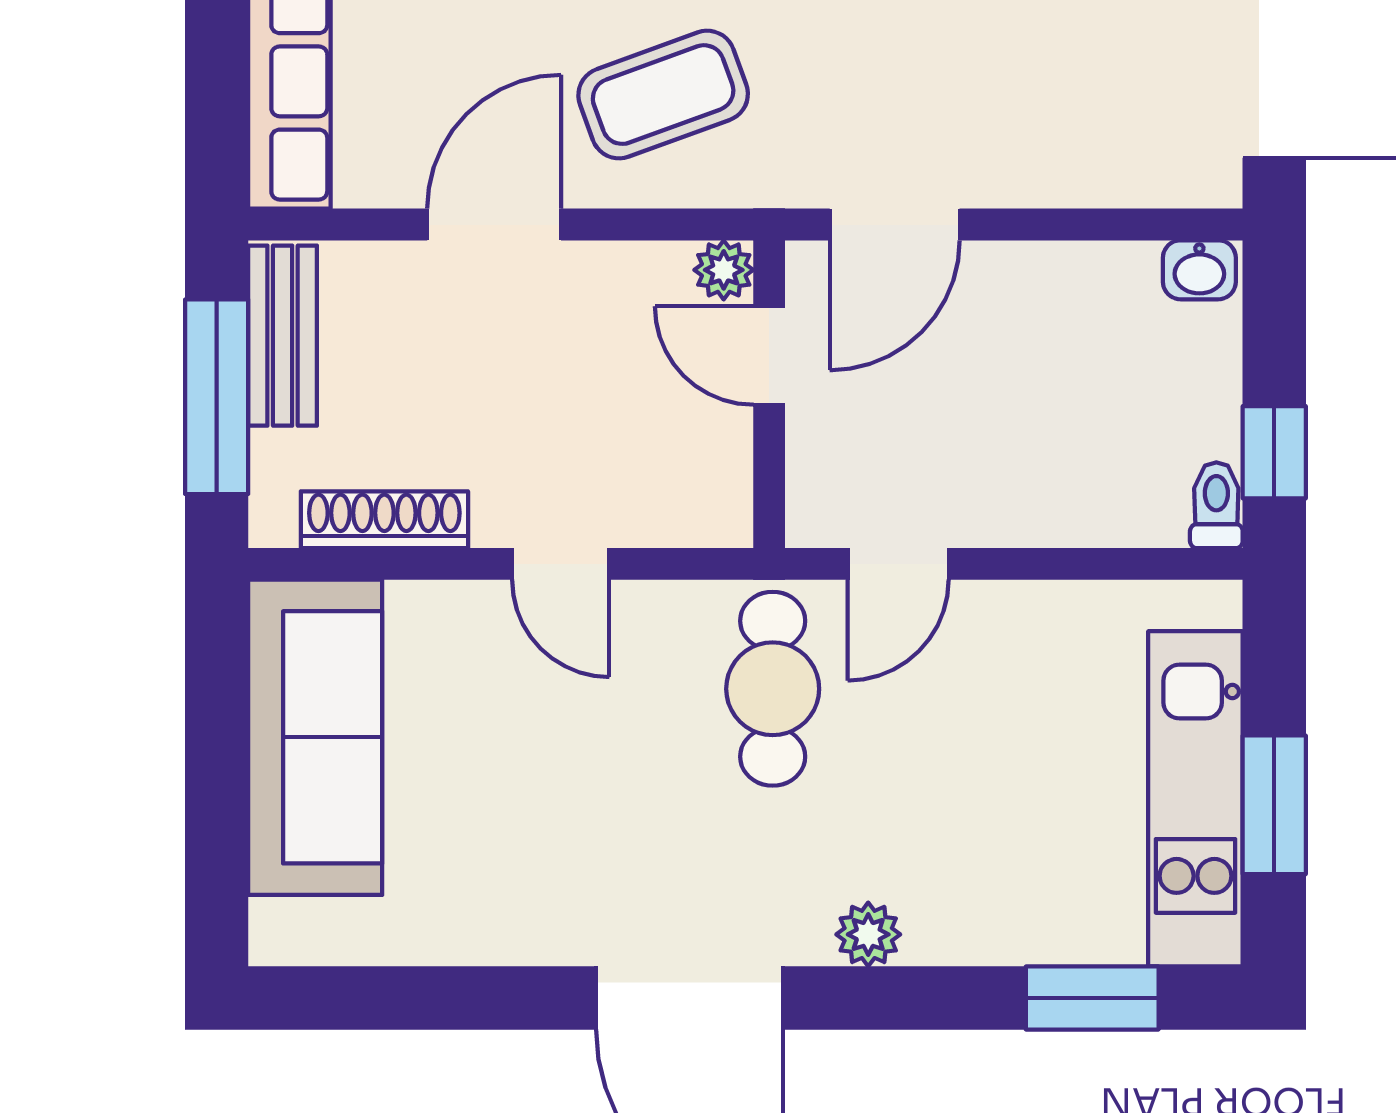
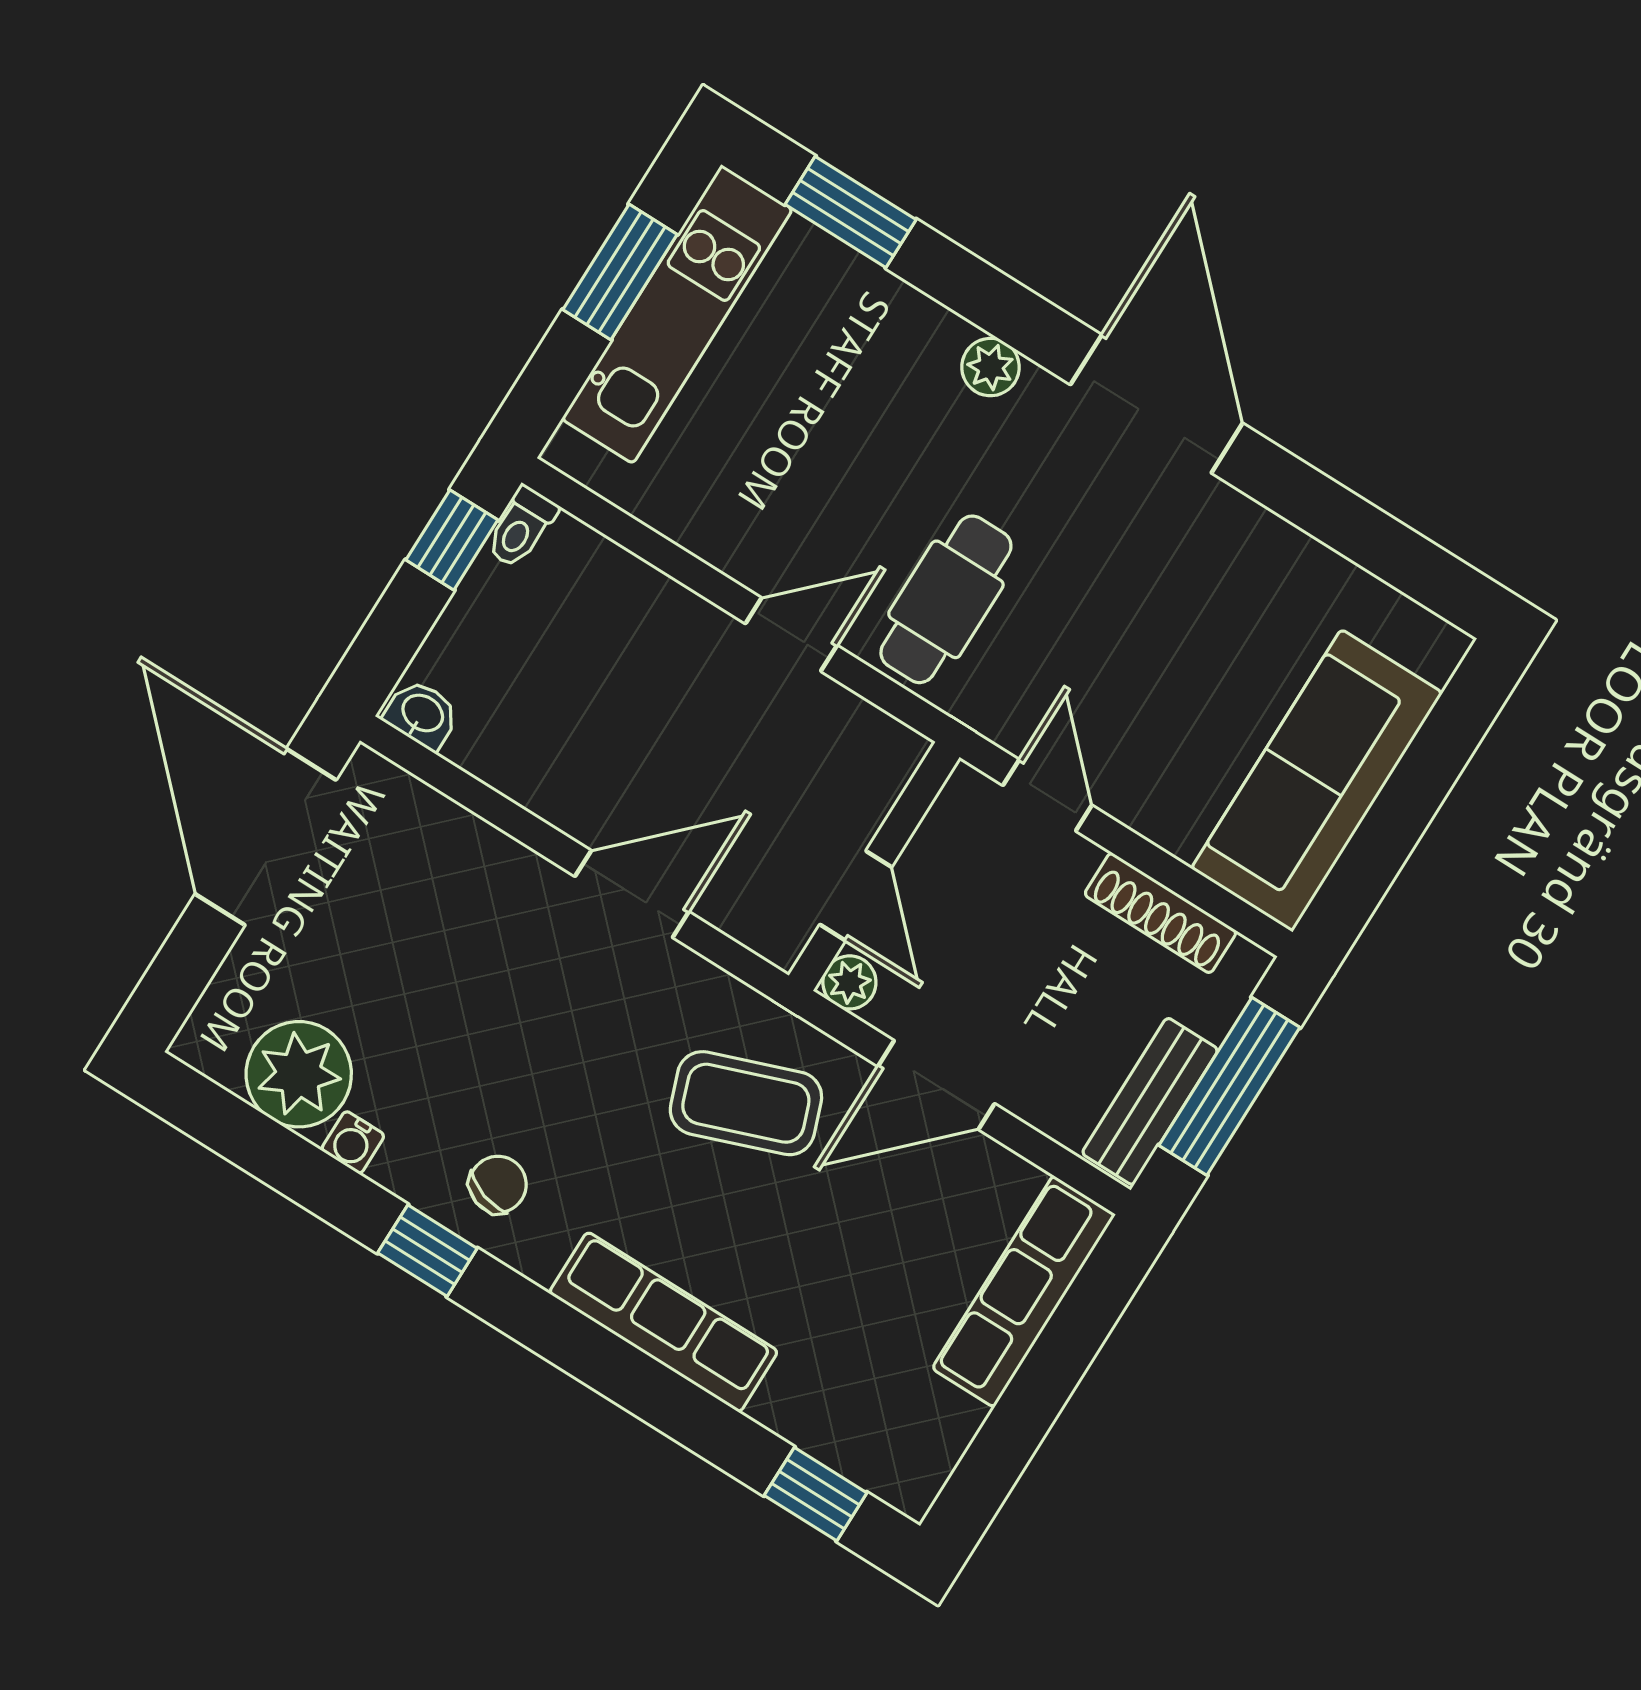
plant: (724, 270) -> (849, 982), moved
door: (769, 355) -> (856, 896), moved
wall: (769, 394) -> (874, 866), moved

